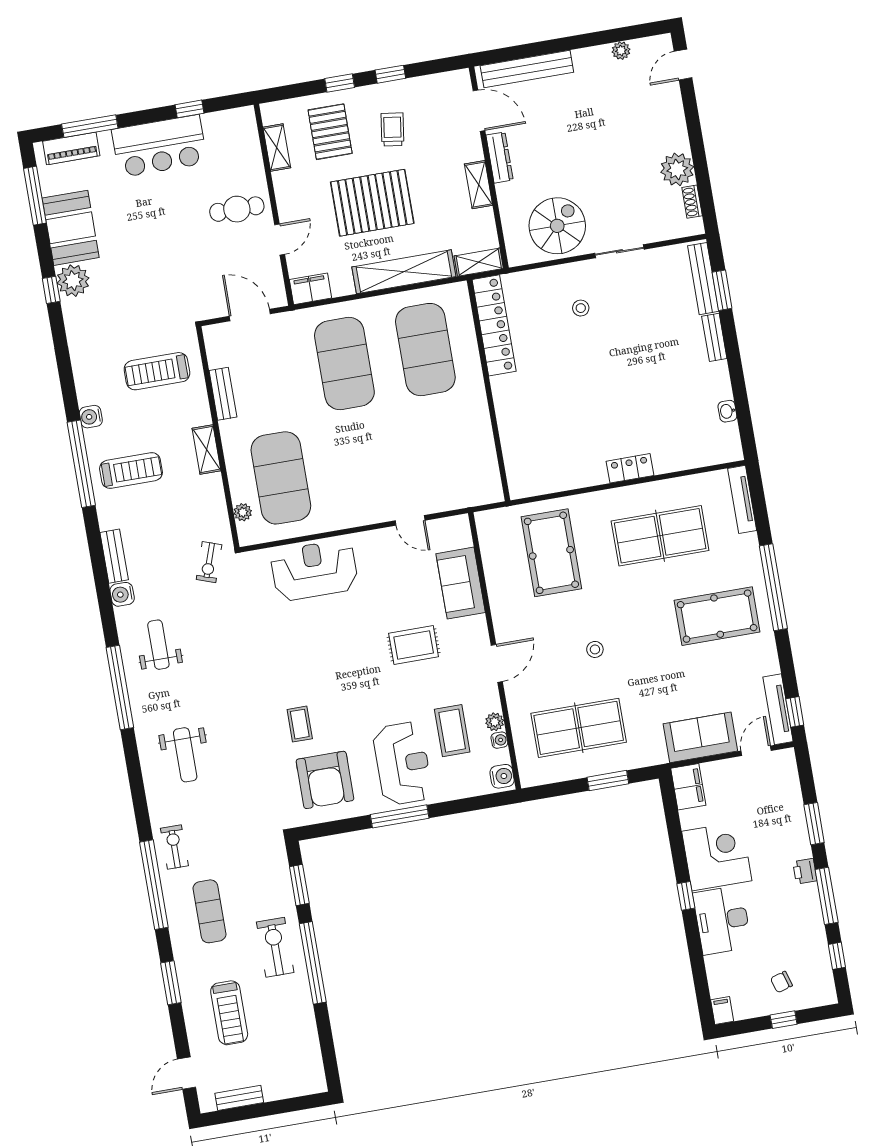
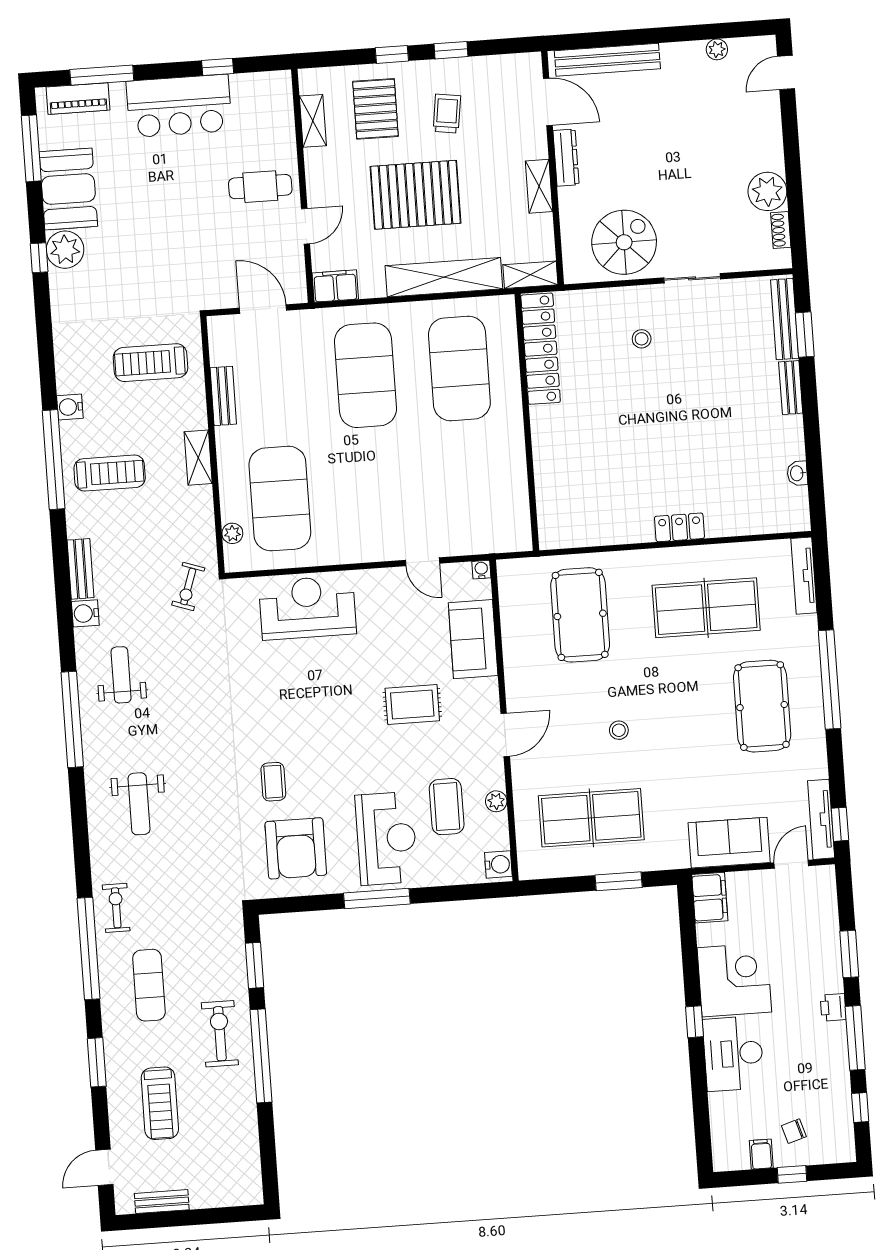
pool table: (717, 616) -> (762, 706), turned 90
water cooler: (499, 740) -> (481, 570), moved, turned -90
filing cabinet: (722, 1011) -> (761, 1154), moved

